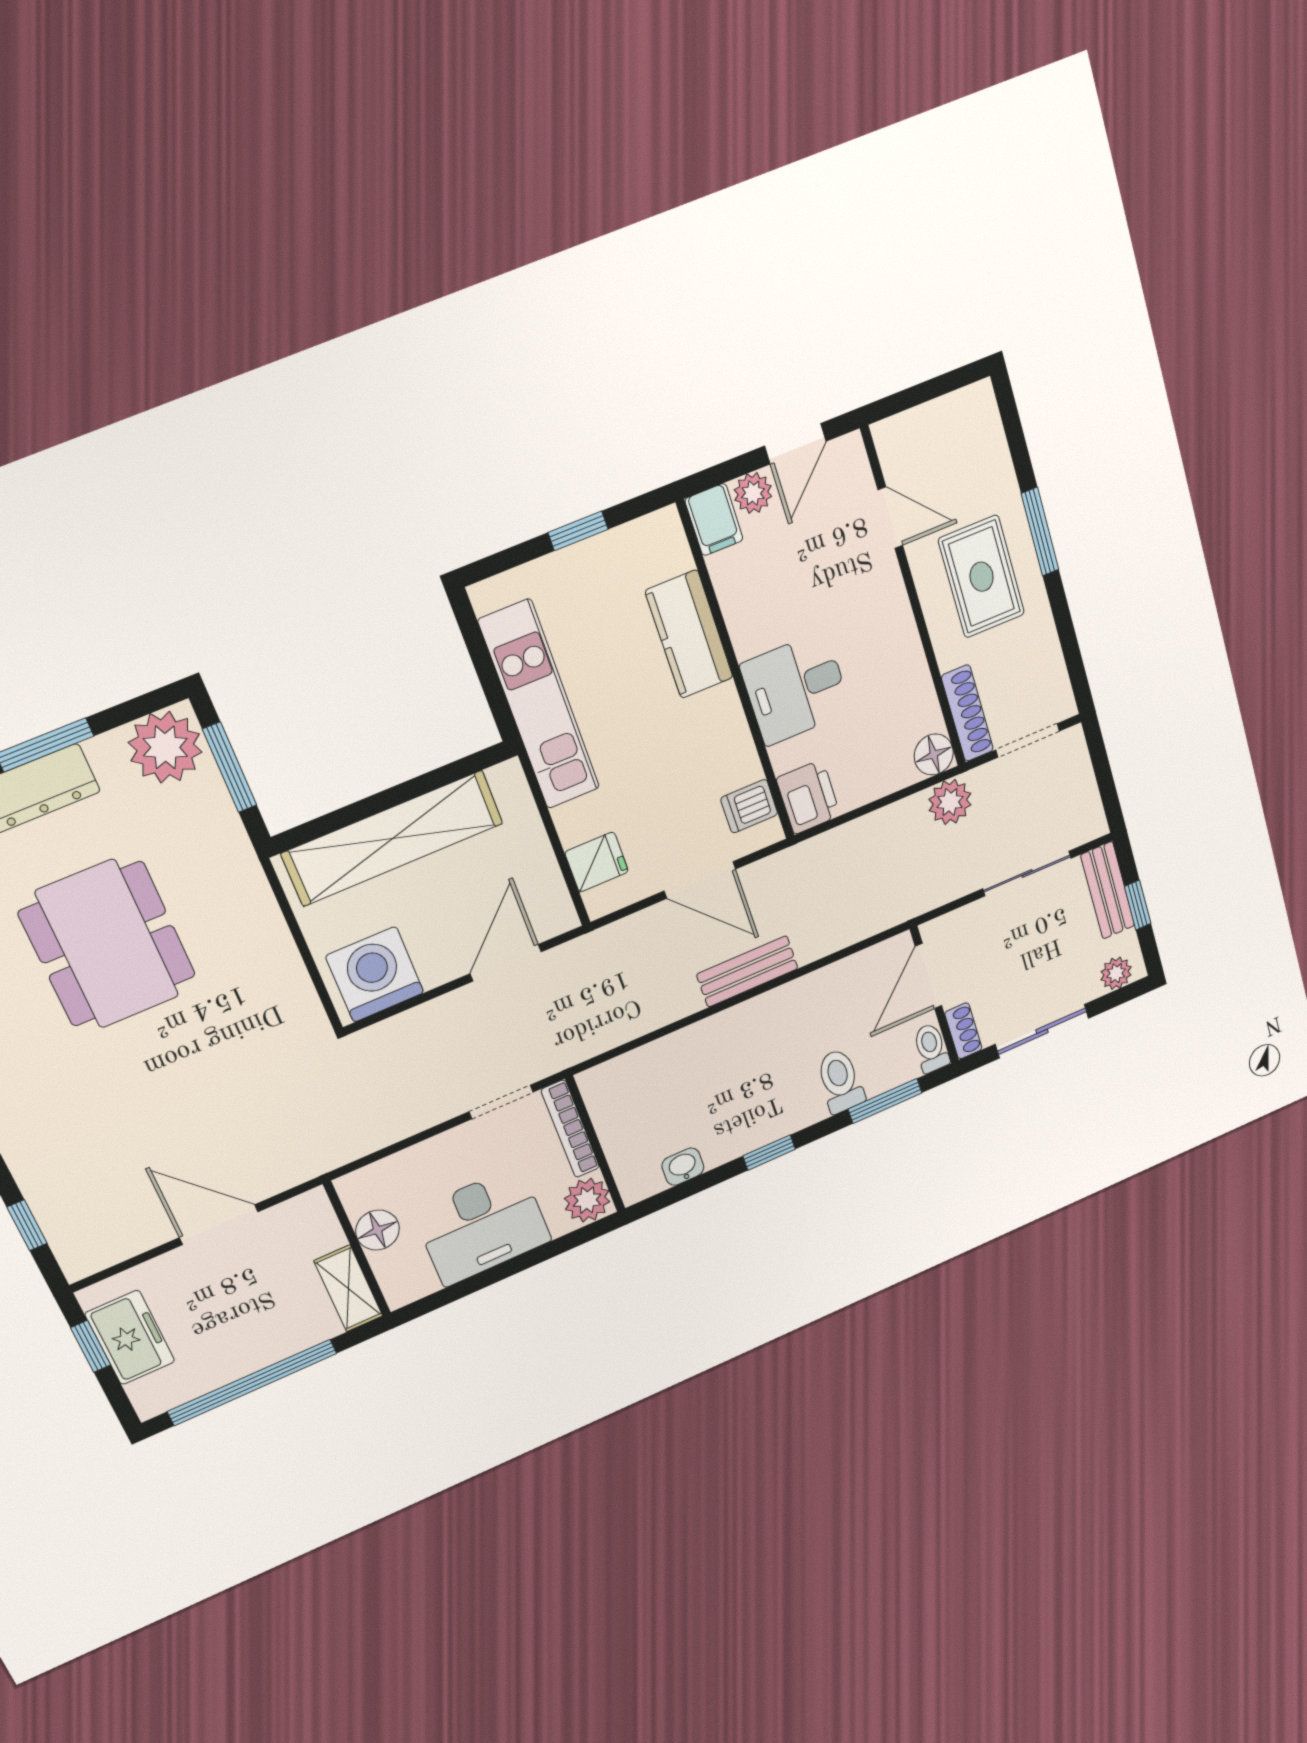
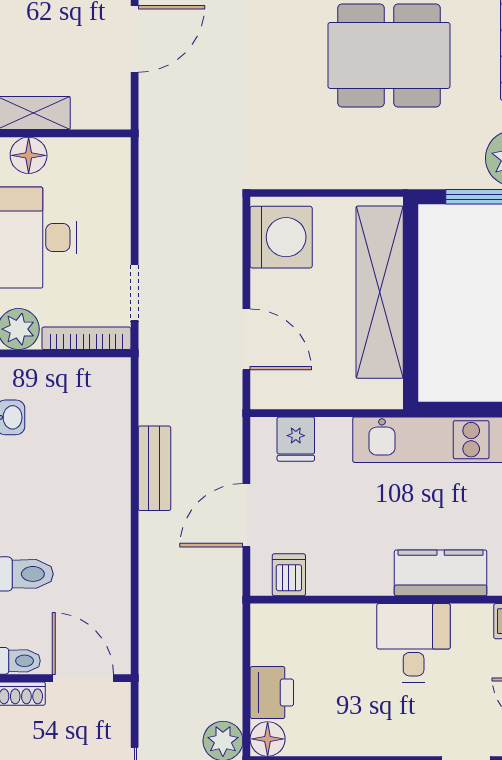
desk: (796, 688) -> (414, 643), moved
printer: (808, 797) -> (272, 693), moved, turned -90
bench: (747, 971) -> (154, 468), moved
floor lamp: (377, 1230) -> (29, 155), moved

